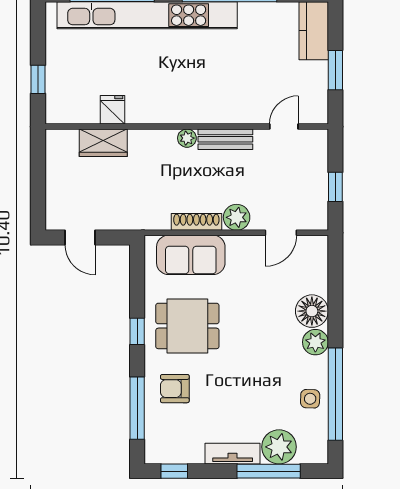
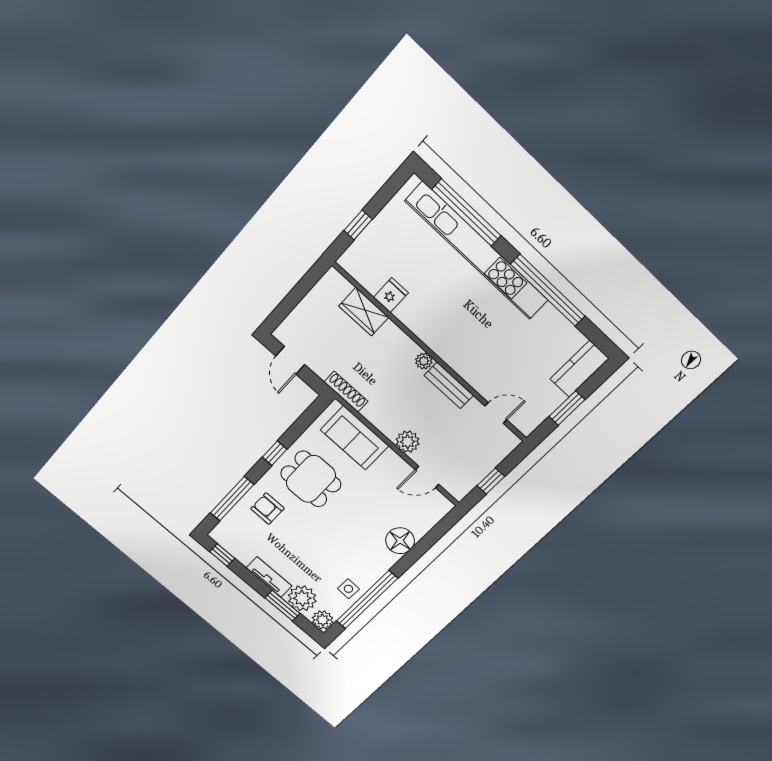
shoe rack: (196, 222) -> (346, 392), moved
plant: (315, 342) -> (323, 620), moved
window: (269, 471) -> (282, 606), width x0.69

